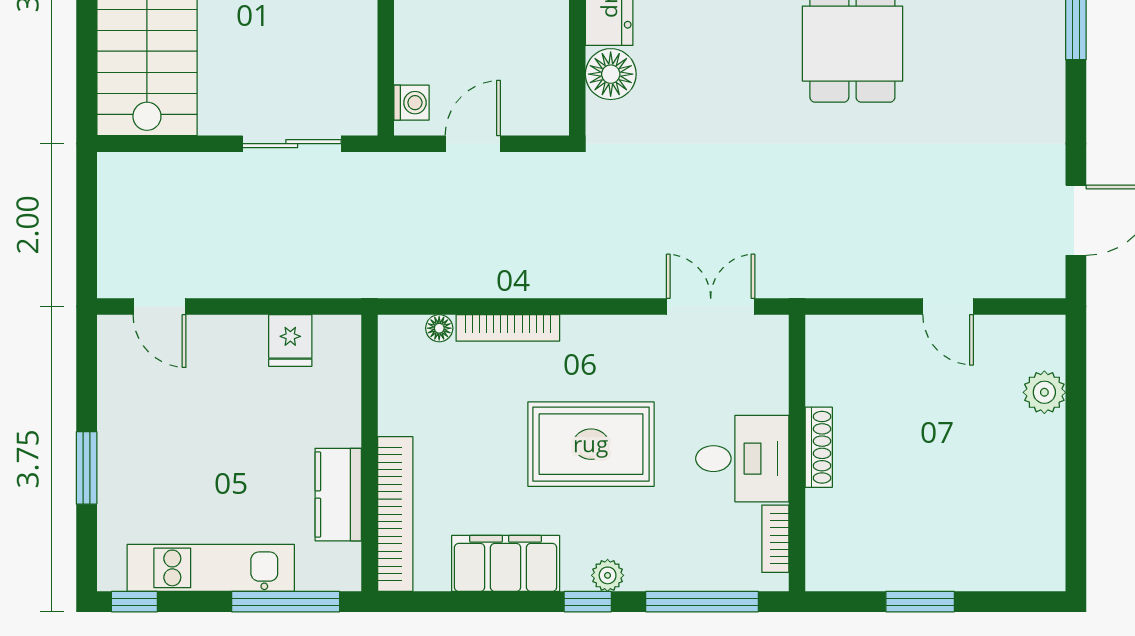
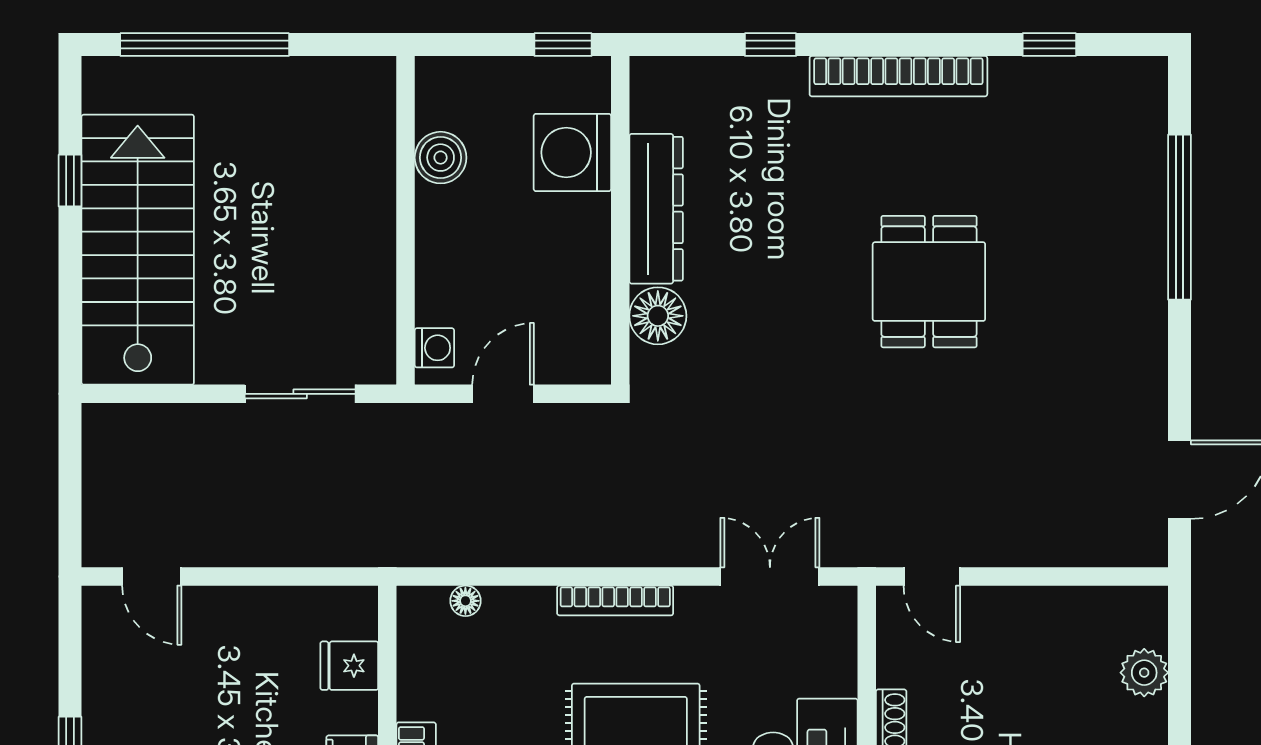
door: (948, 307) -> (932, 576), moved
bookcase: (508, 328) -> (615, 600), moved
fridge: (290, 340) -> (349, 666), moved, turned 90

